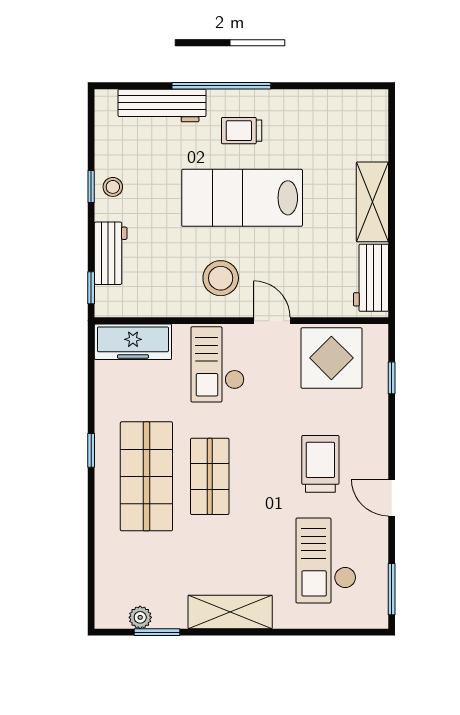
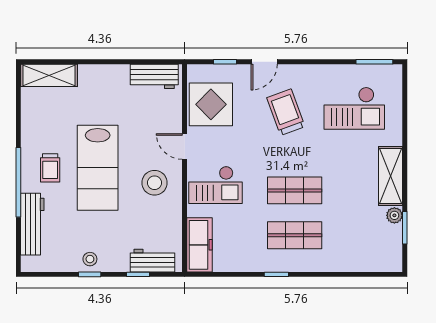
shelving: (372, 202) -> (49, 75), moved
workbench: (111, 253) -> (153, 261), moved
window: (91, 288) -> (138, 274), moved
door: (272, 321) -> (185, 146), hinge flipped
trolley: (320, 464) -> (286, 112), turned 70
shop shelf: (146, 476) -> (295, 235), width x0.70, depth x0.74
door: (392, 498) -> (264, 62), moved
plant: (140, 617) -> (394, 215), moved

